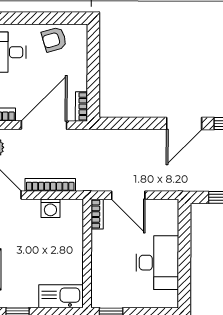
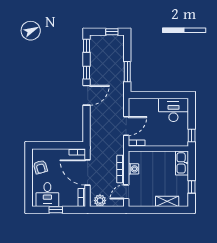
door: (184, 123) -> (87, 95), hinge flipped
desk: (157, 263) -> (173, 110), moved

